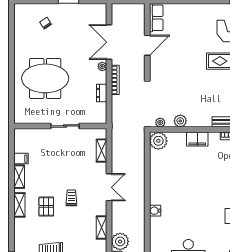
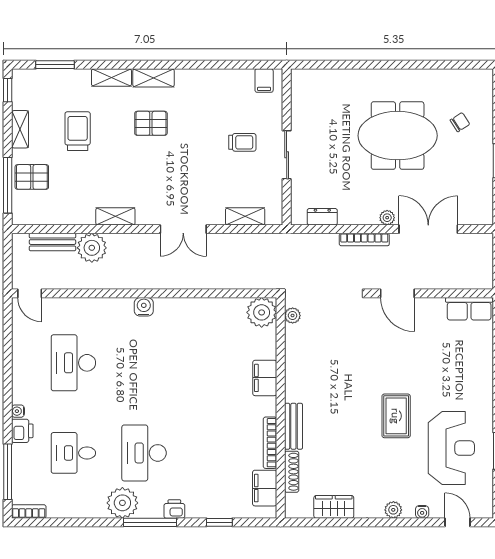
door: (147, 45) -> (397, 293), moved
meeting table: (45, 78) -> (398, 136), moved, turned 90
dresser: (102, 93) -> (322, 217), moved
plant: (180, 121) -> (295, 349), removed
filing cabinet: (21, 159) -> (264, 81), moved
shelving: (19, 177) -> (111, 78), moved
trolley: (71, 198) -> (242, 142), moved

